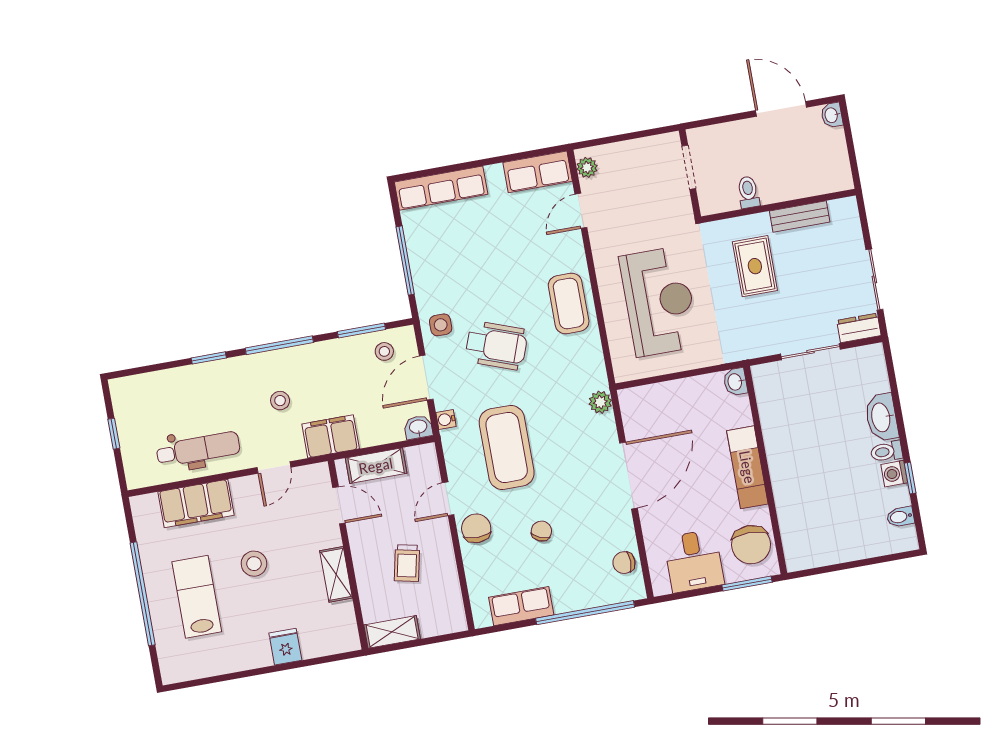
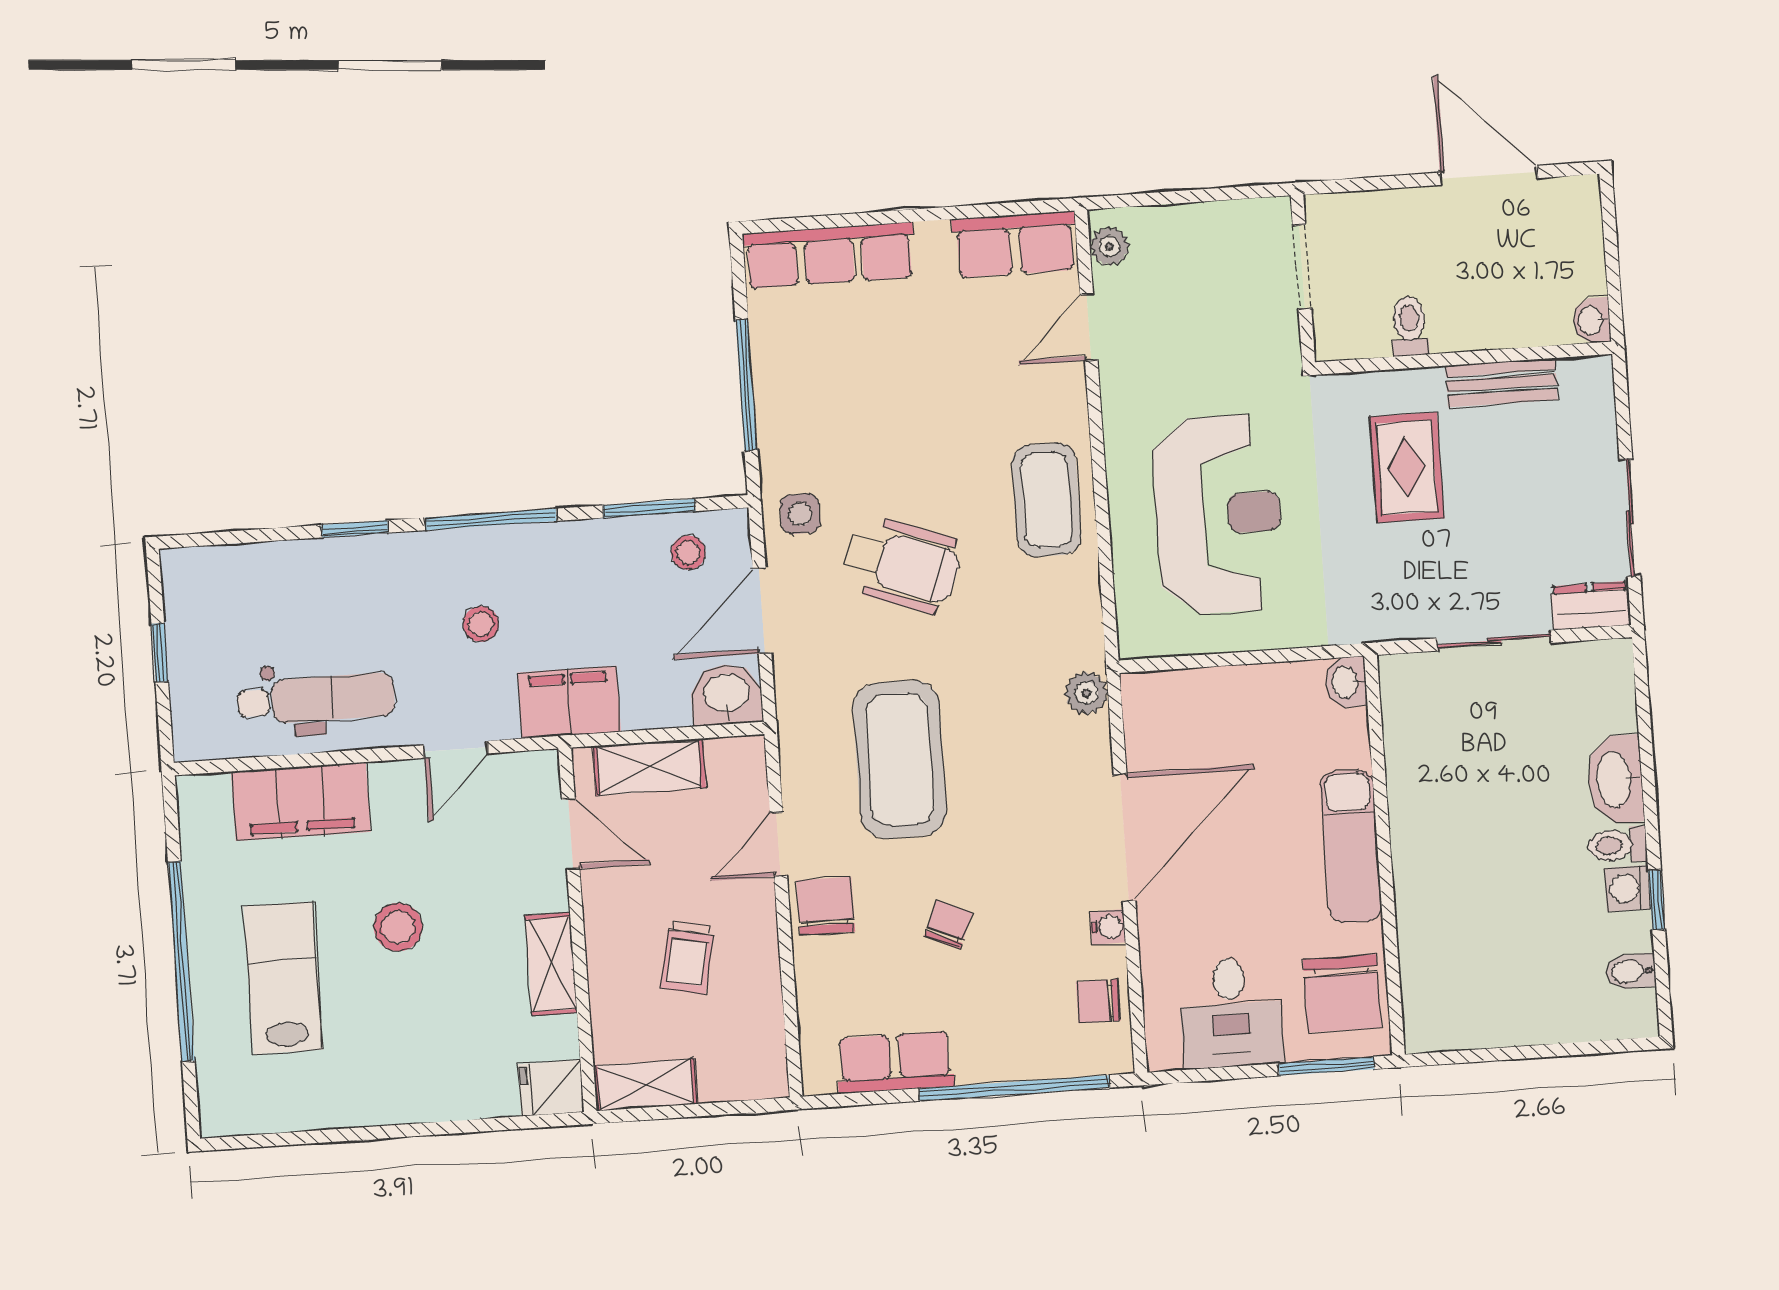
washbasin: (832, 115) -> (1592, 320), moved
water cooler: (446, 419) -> (1108, 927), moved, turned 180
washbasin: (418, 427) -> (726, 694), width x1.38, depth x1.45
fridge: (285, 647) -> (551, 1088), moved, turned -90

